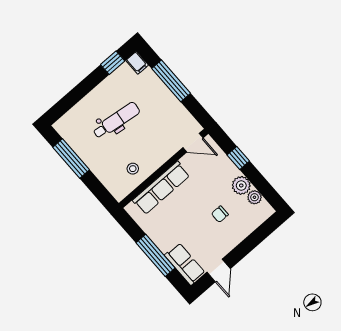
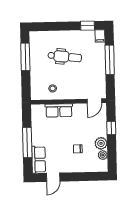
door: (193, 143) -> (94, 101), hinge flipped
row of seats: (161, 188) -> (59, 110), width x0.68

